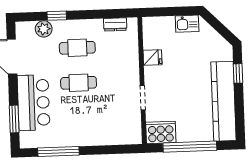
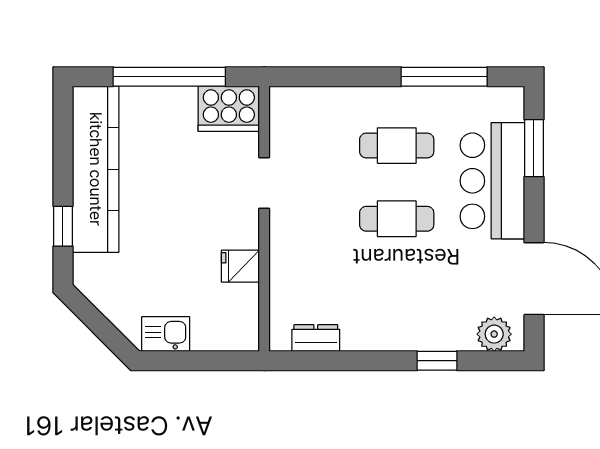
plant: (44, 29) -> (494, 334), moved
cafe table: (77, 48) -> (397, 146), moved

